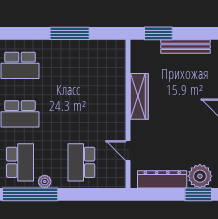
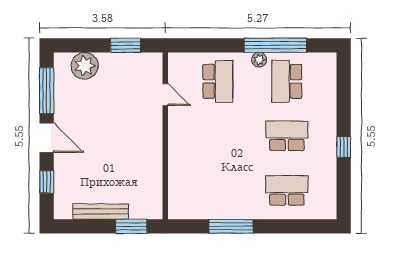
wardrobe: (139, 96) -> (153, 156), removed
dresser: (162, 179) -> (127, 62), removed
window: (198, 194) -> (126, 45), moved

